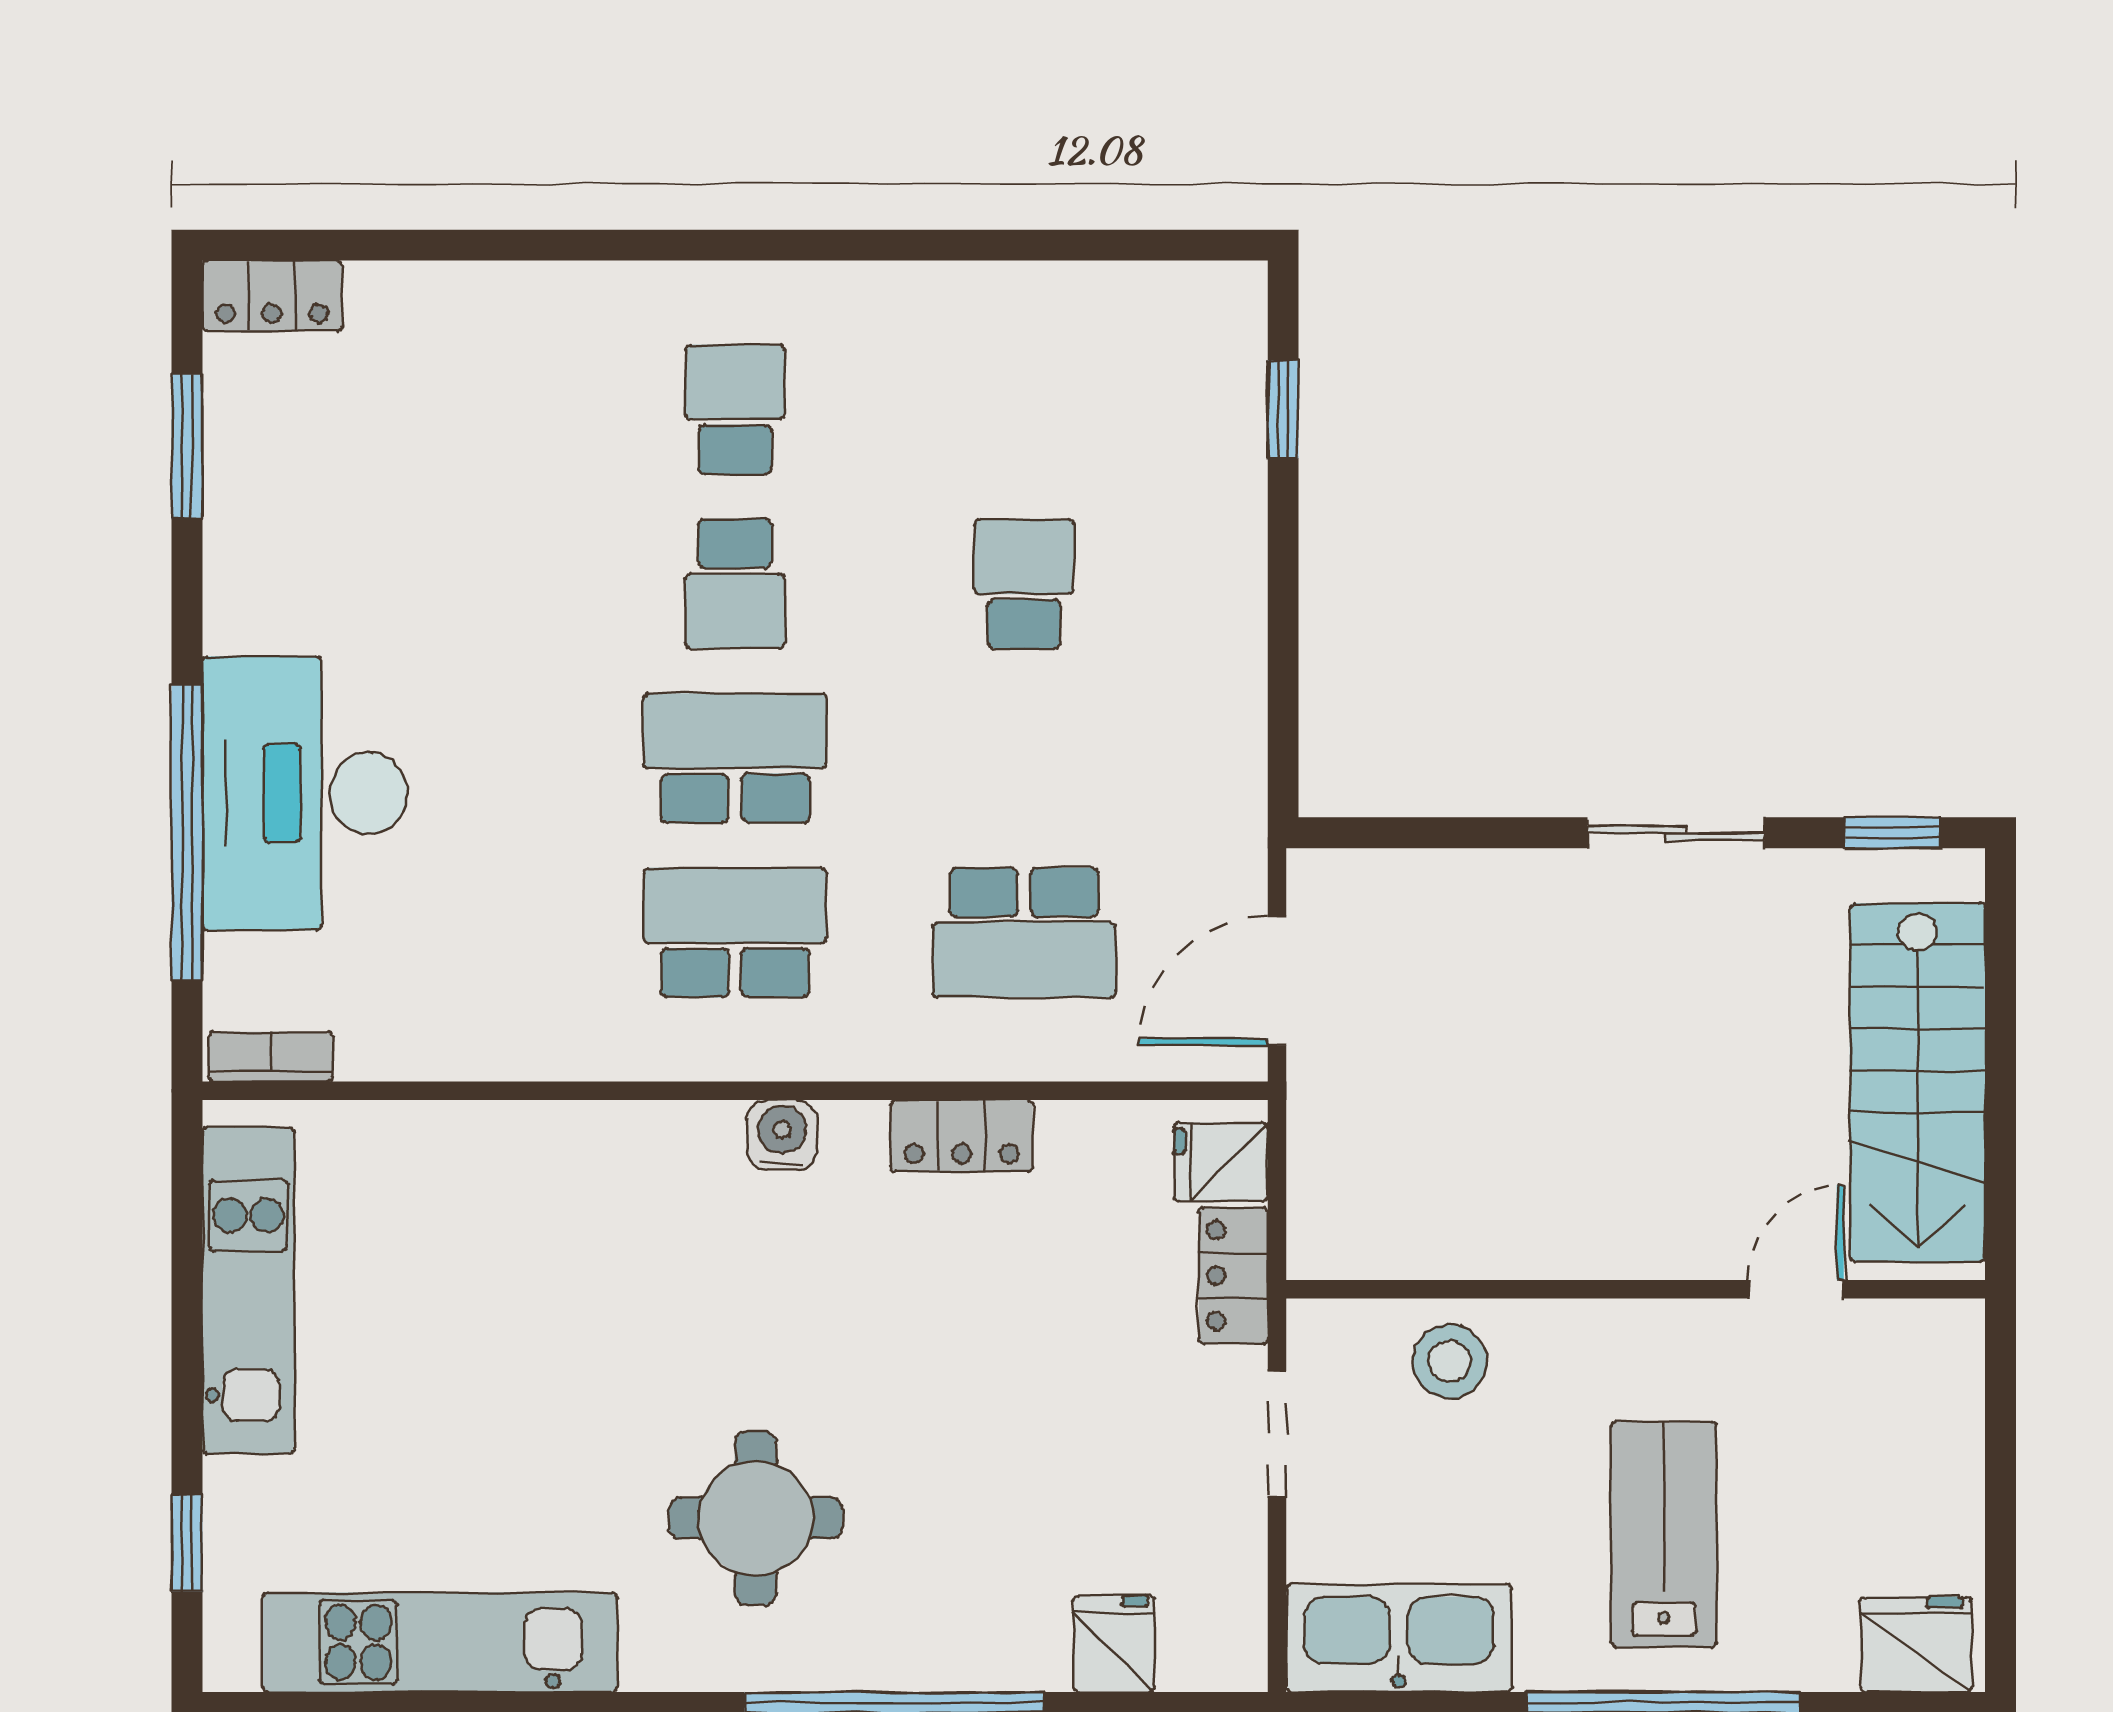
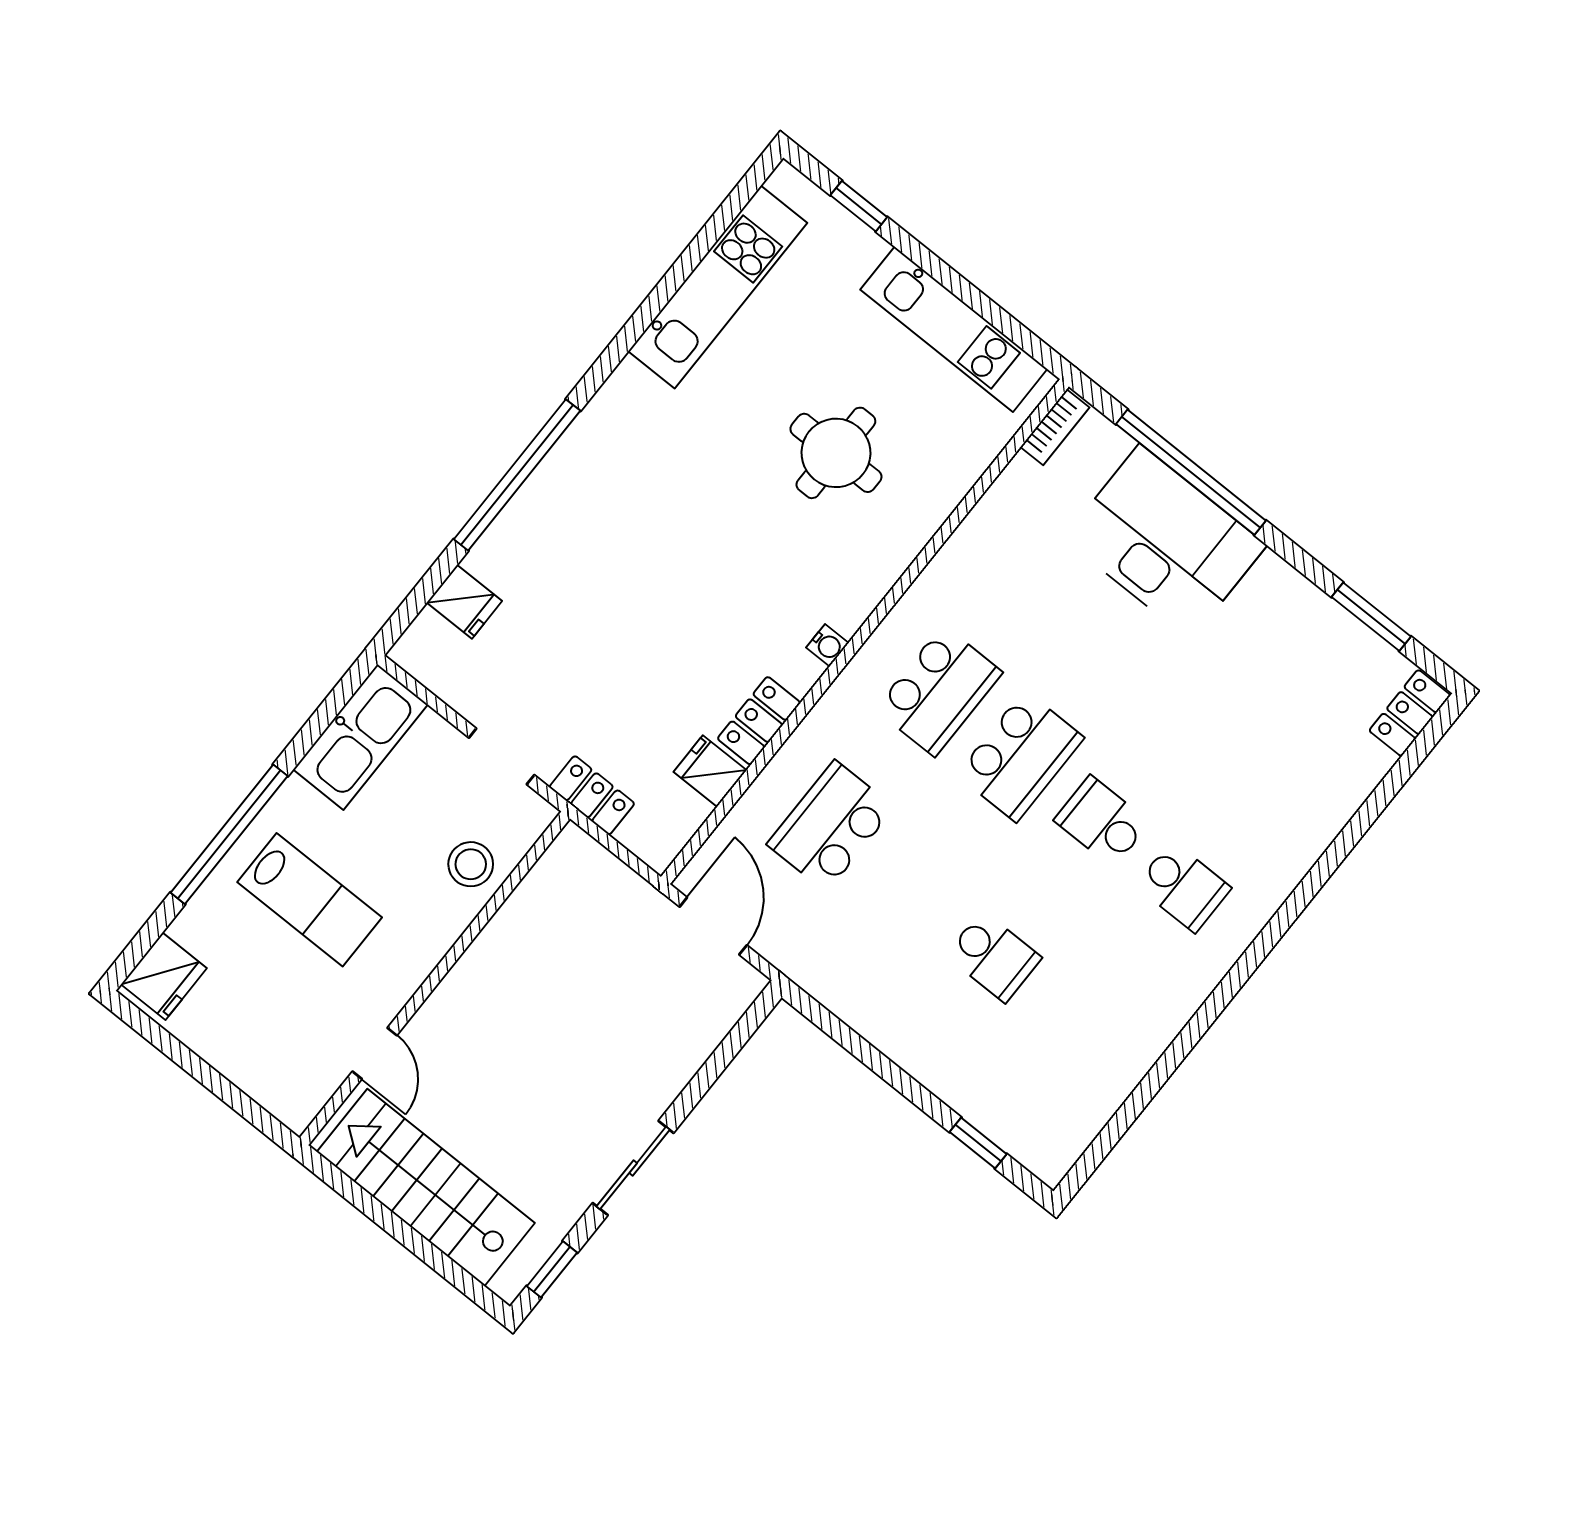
water cooler: (782, 1135) -> (827, 645), width x0.72, depth x0.72
fridge: (1221, 1162) -> (710, 771), moved, turned -90
round table: (756, 1518) -> (836, 453), moved

